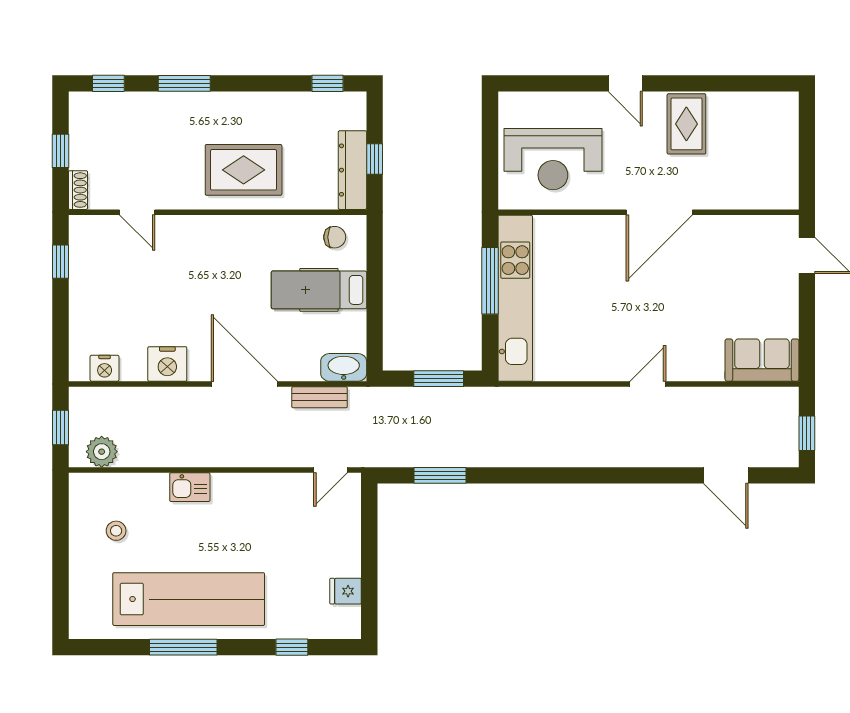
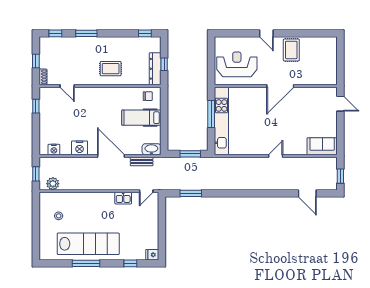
reception desk: (553, 159) -> (237, 64), turned 180
rug: (244, 170) -> (111, 69), width x0.73, depth x0.70
kitchen sink: (190, 487) -> (123, 198), moved
fridge: (346, 591) -> (152, 255), moved

